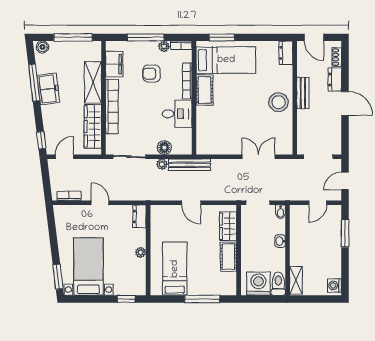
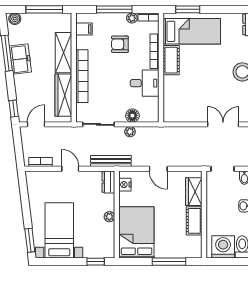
filing cabinet: (114, 64) -> (84, 29), width x0.50
bench: (189, 165) -> (111, 161), moved
nightstand: (157, 219) -> (125, 185), added
bed: (175, 269) -> (137, 232), width x1.50

